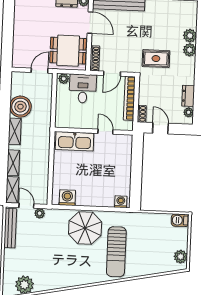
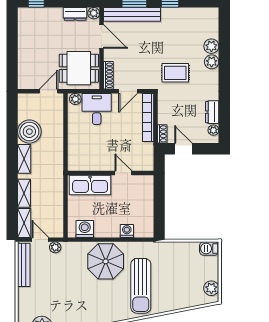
wall: (94, 131) -> (111, 173), moved
door: (105, 132) -> (123, 173), moved
kitchen sink: (75, 141) -> (90, 185), moved
washing machine: (121, 202) -> (127, 231), moved

